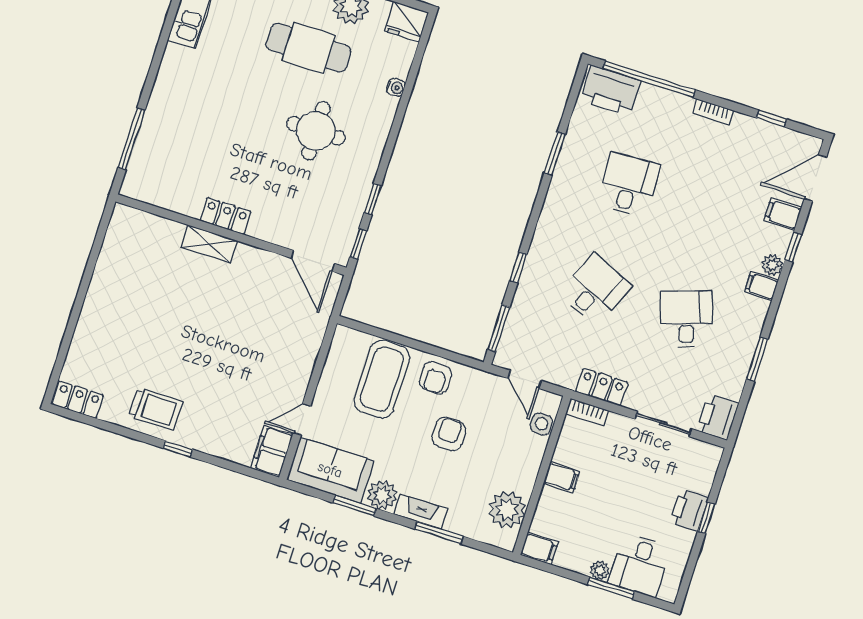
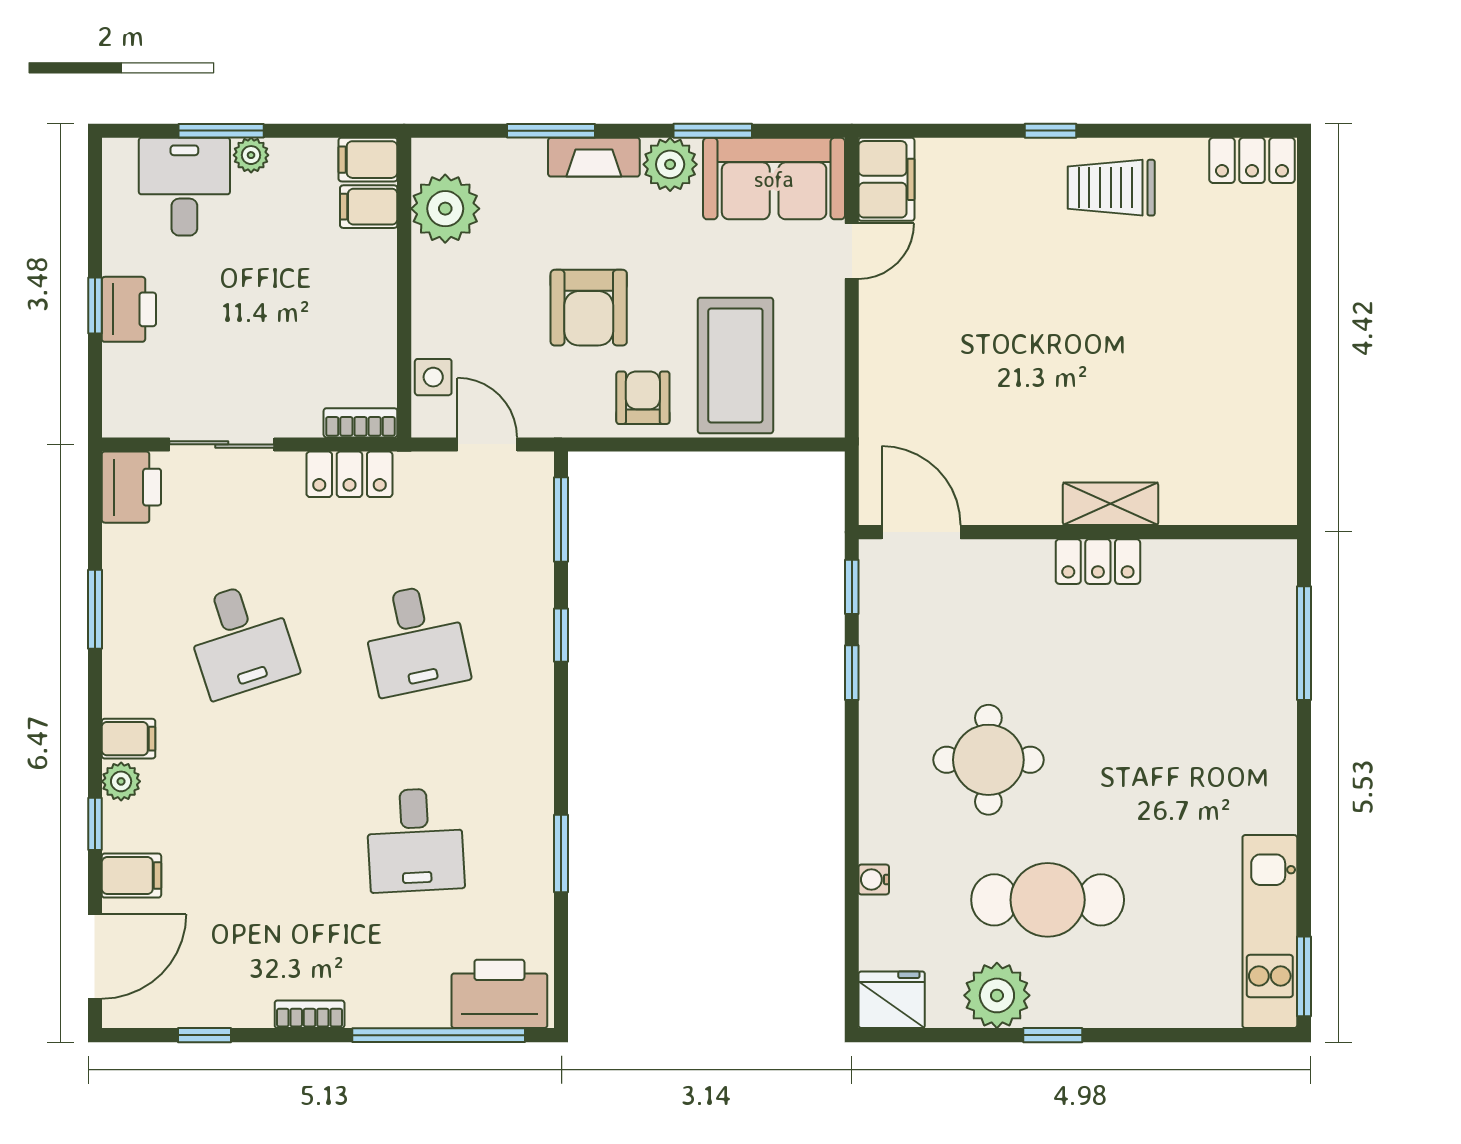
desk: (595, 290) -> (415, 640), turned -36
armchair: (449, 434) -> (589, 308), width x1.38, depth x1.38
filing cabinet: (562, 477) -> (369, 207), moved

